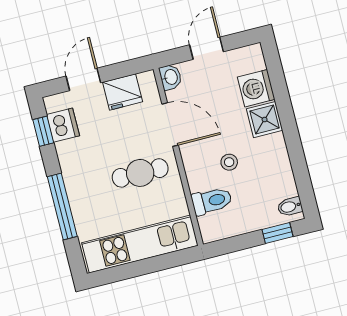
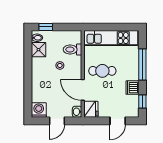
washing machine: (256, 88) -> (39, 110), moved, turned -90
fridge: (123, 92) -> (91, 109), moved, turned 90
shower: (265, 120) -> (38, 50), moved
dishwasher: (63, 125) -> (133, 88), moved

